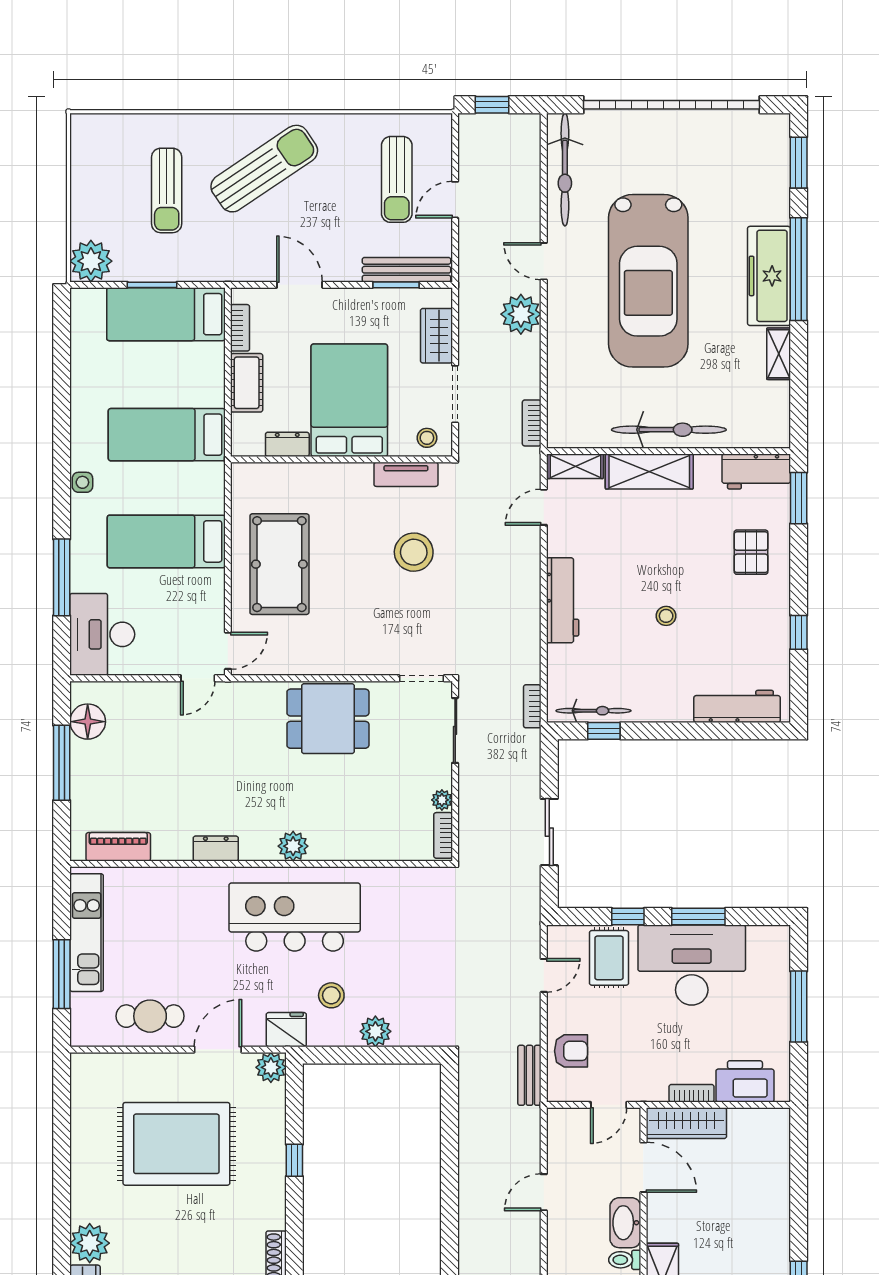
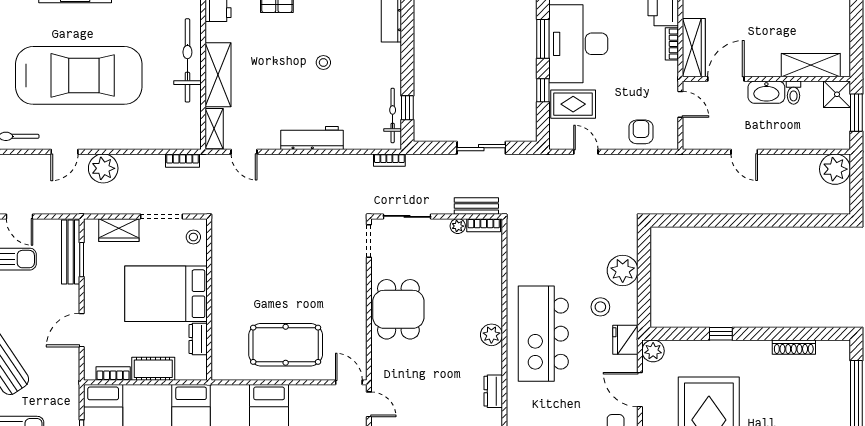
tv unit: (406, 474) -> (220, 252), removed
stool: (414, 552) -> (277, 247), removed
plant: (375, 1031) -> (623, 271), width x1.36, depth x1.36
bench: (529, 1075) -> (476, 206), moved

